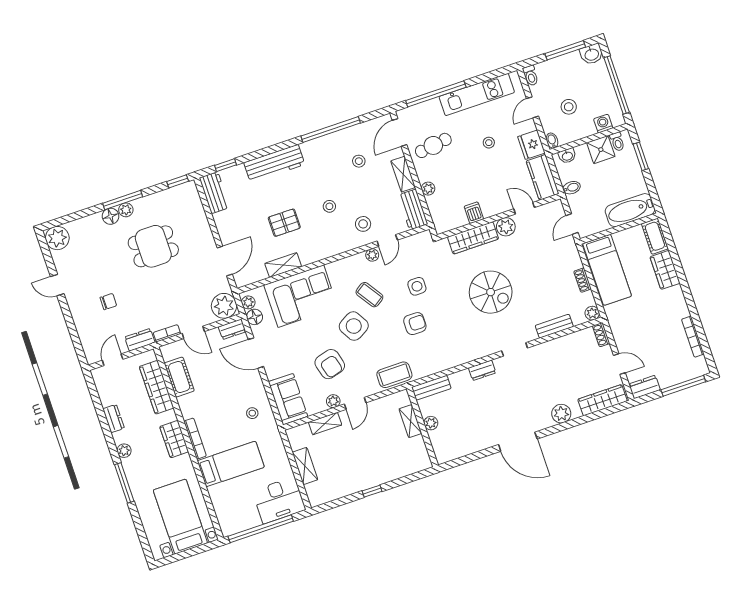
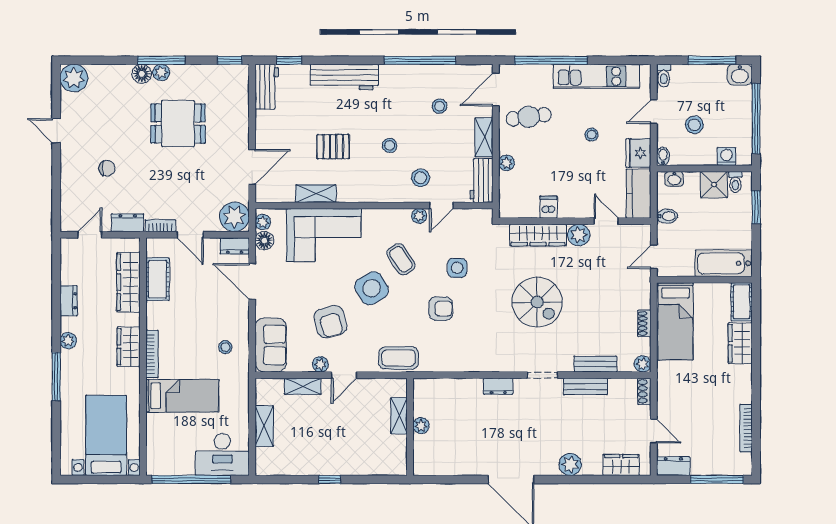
bench: (431, 388) -> (585, 386), moved
wardrobe: (603, 400) -> (621, 465), width x0.67

